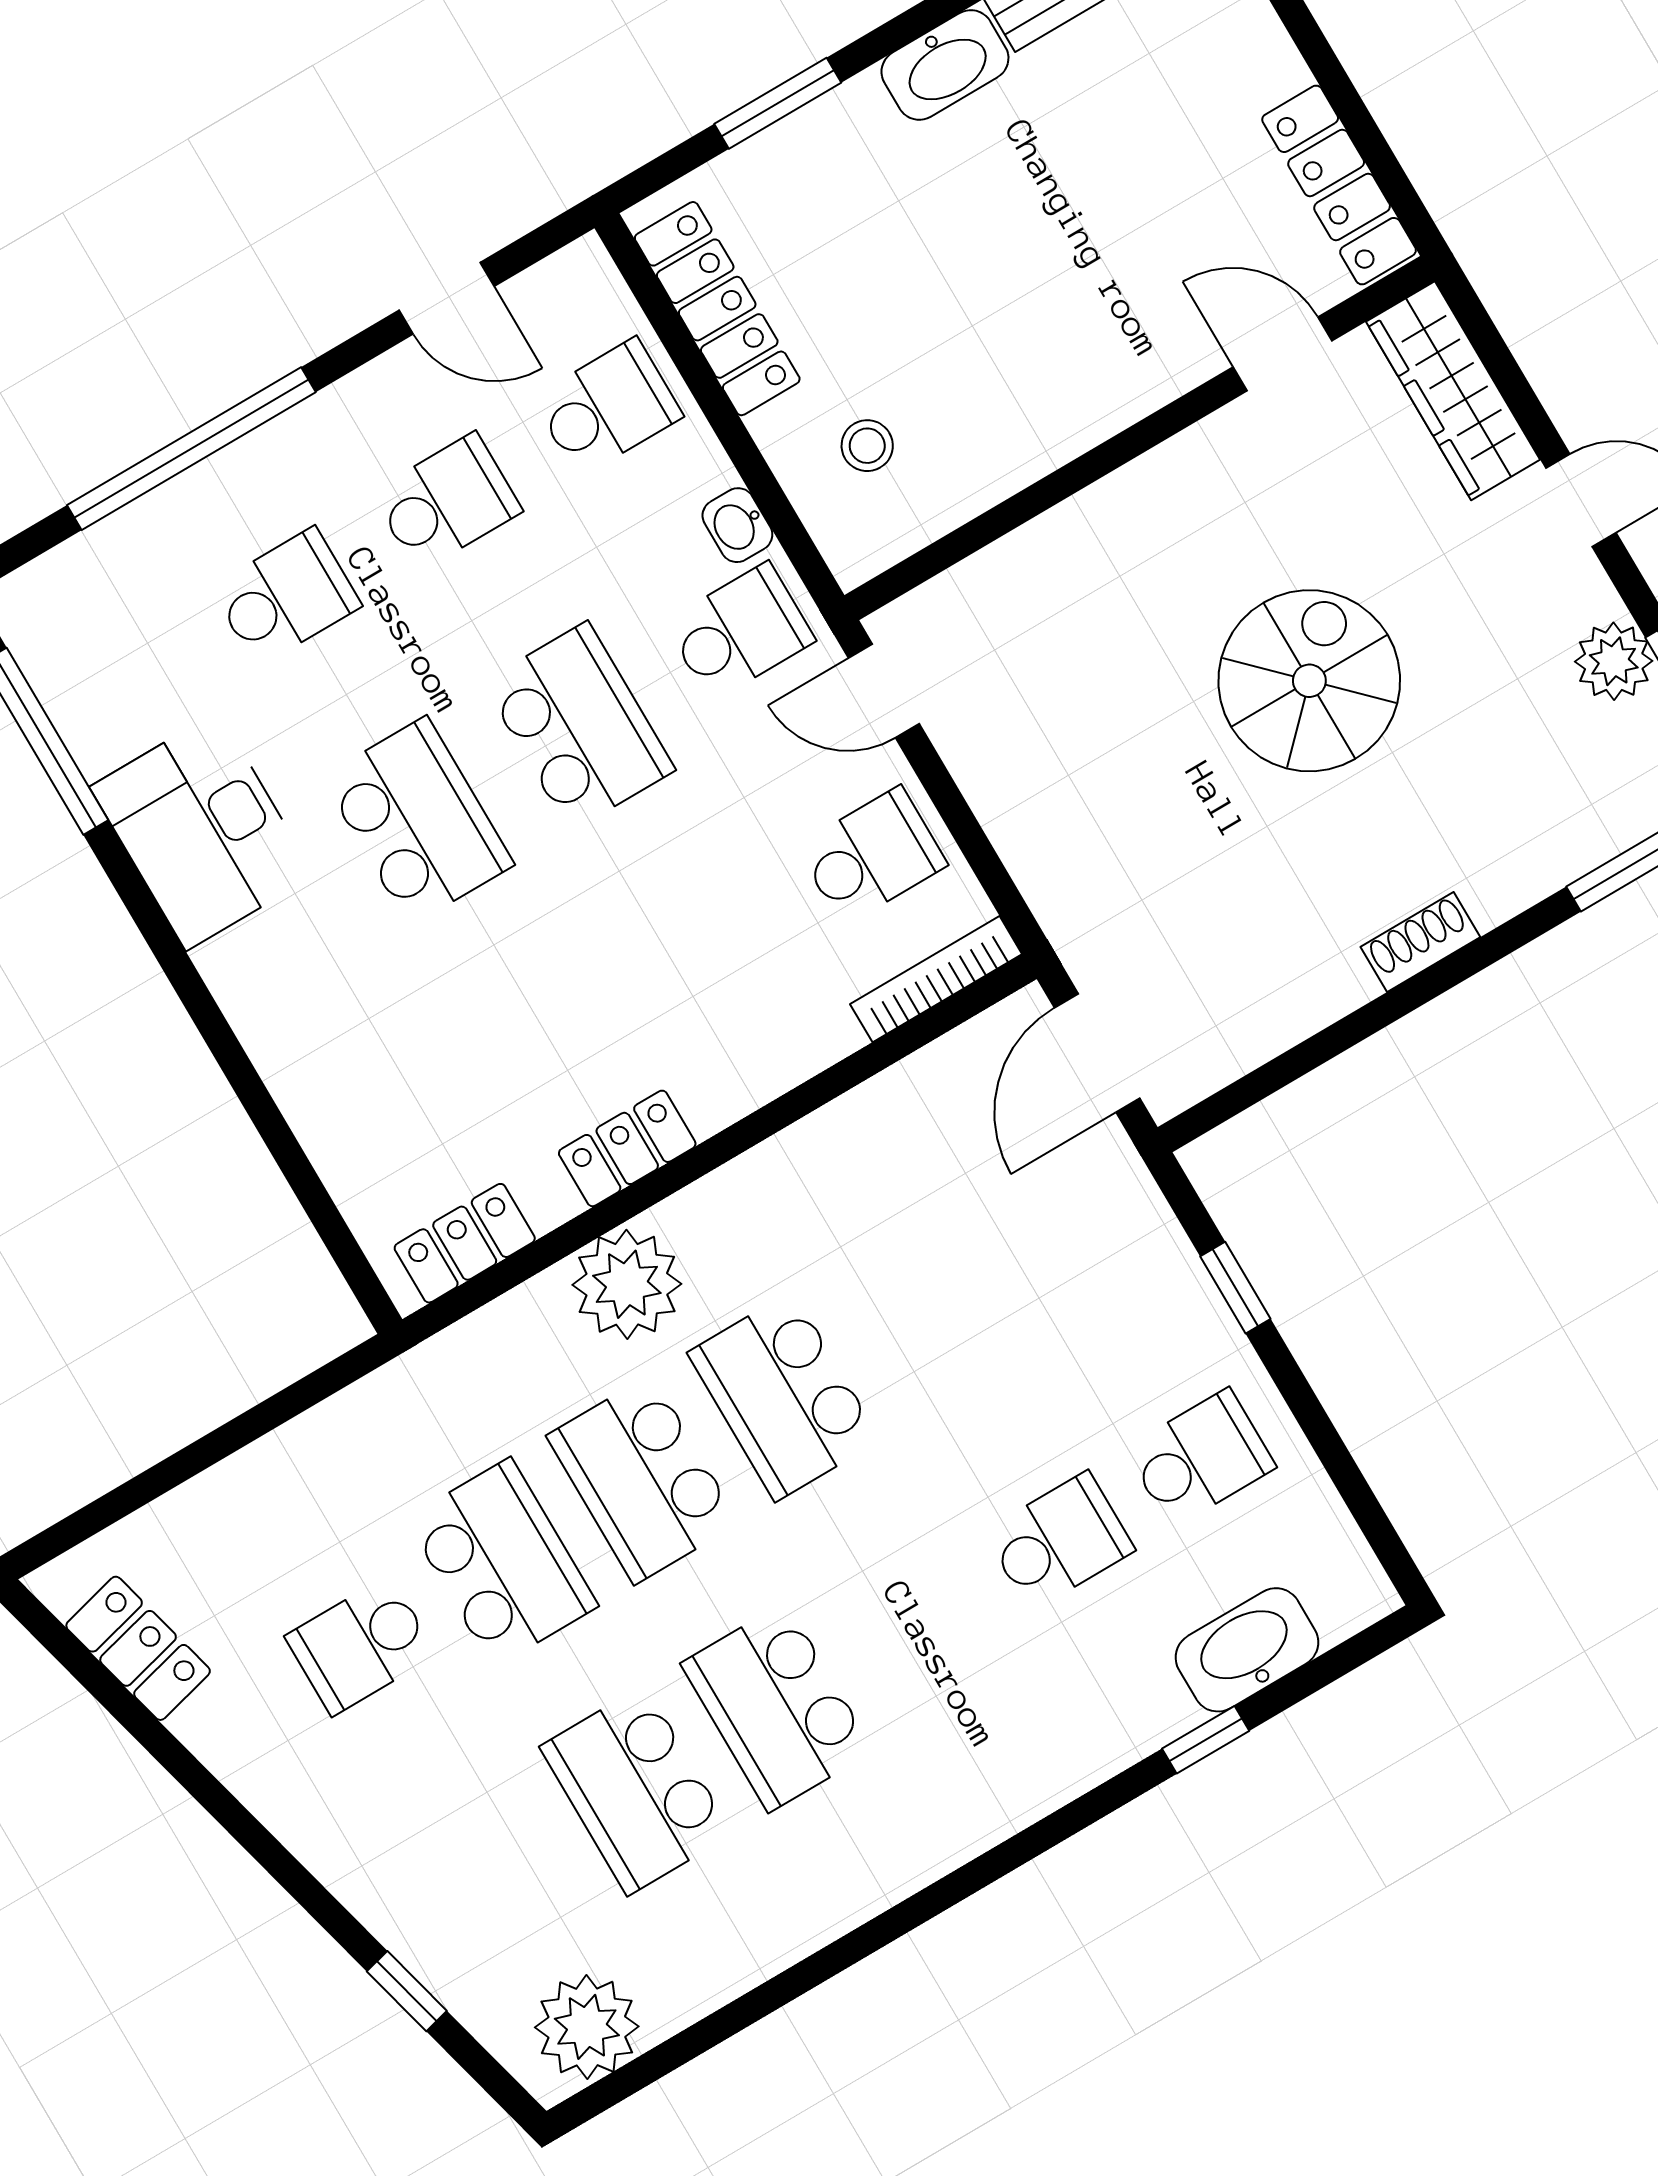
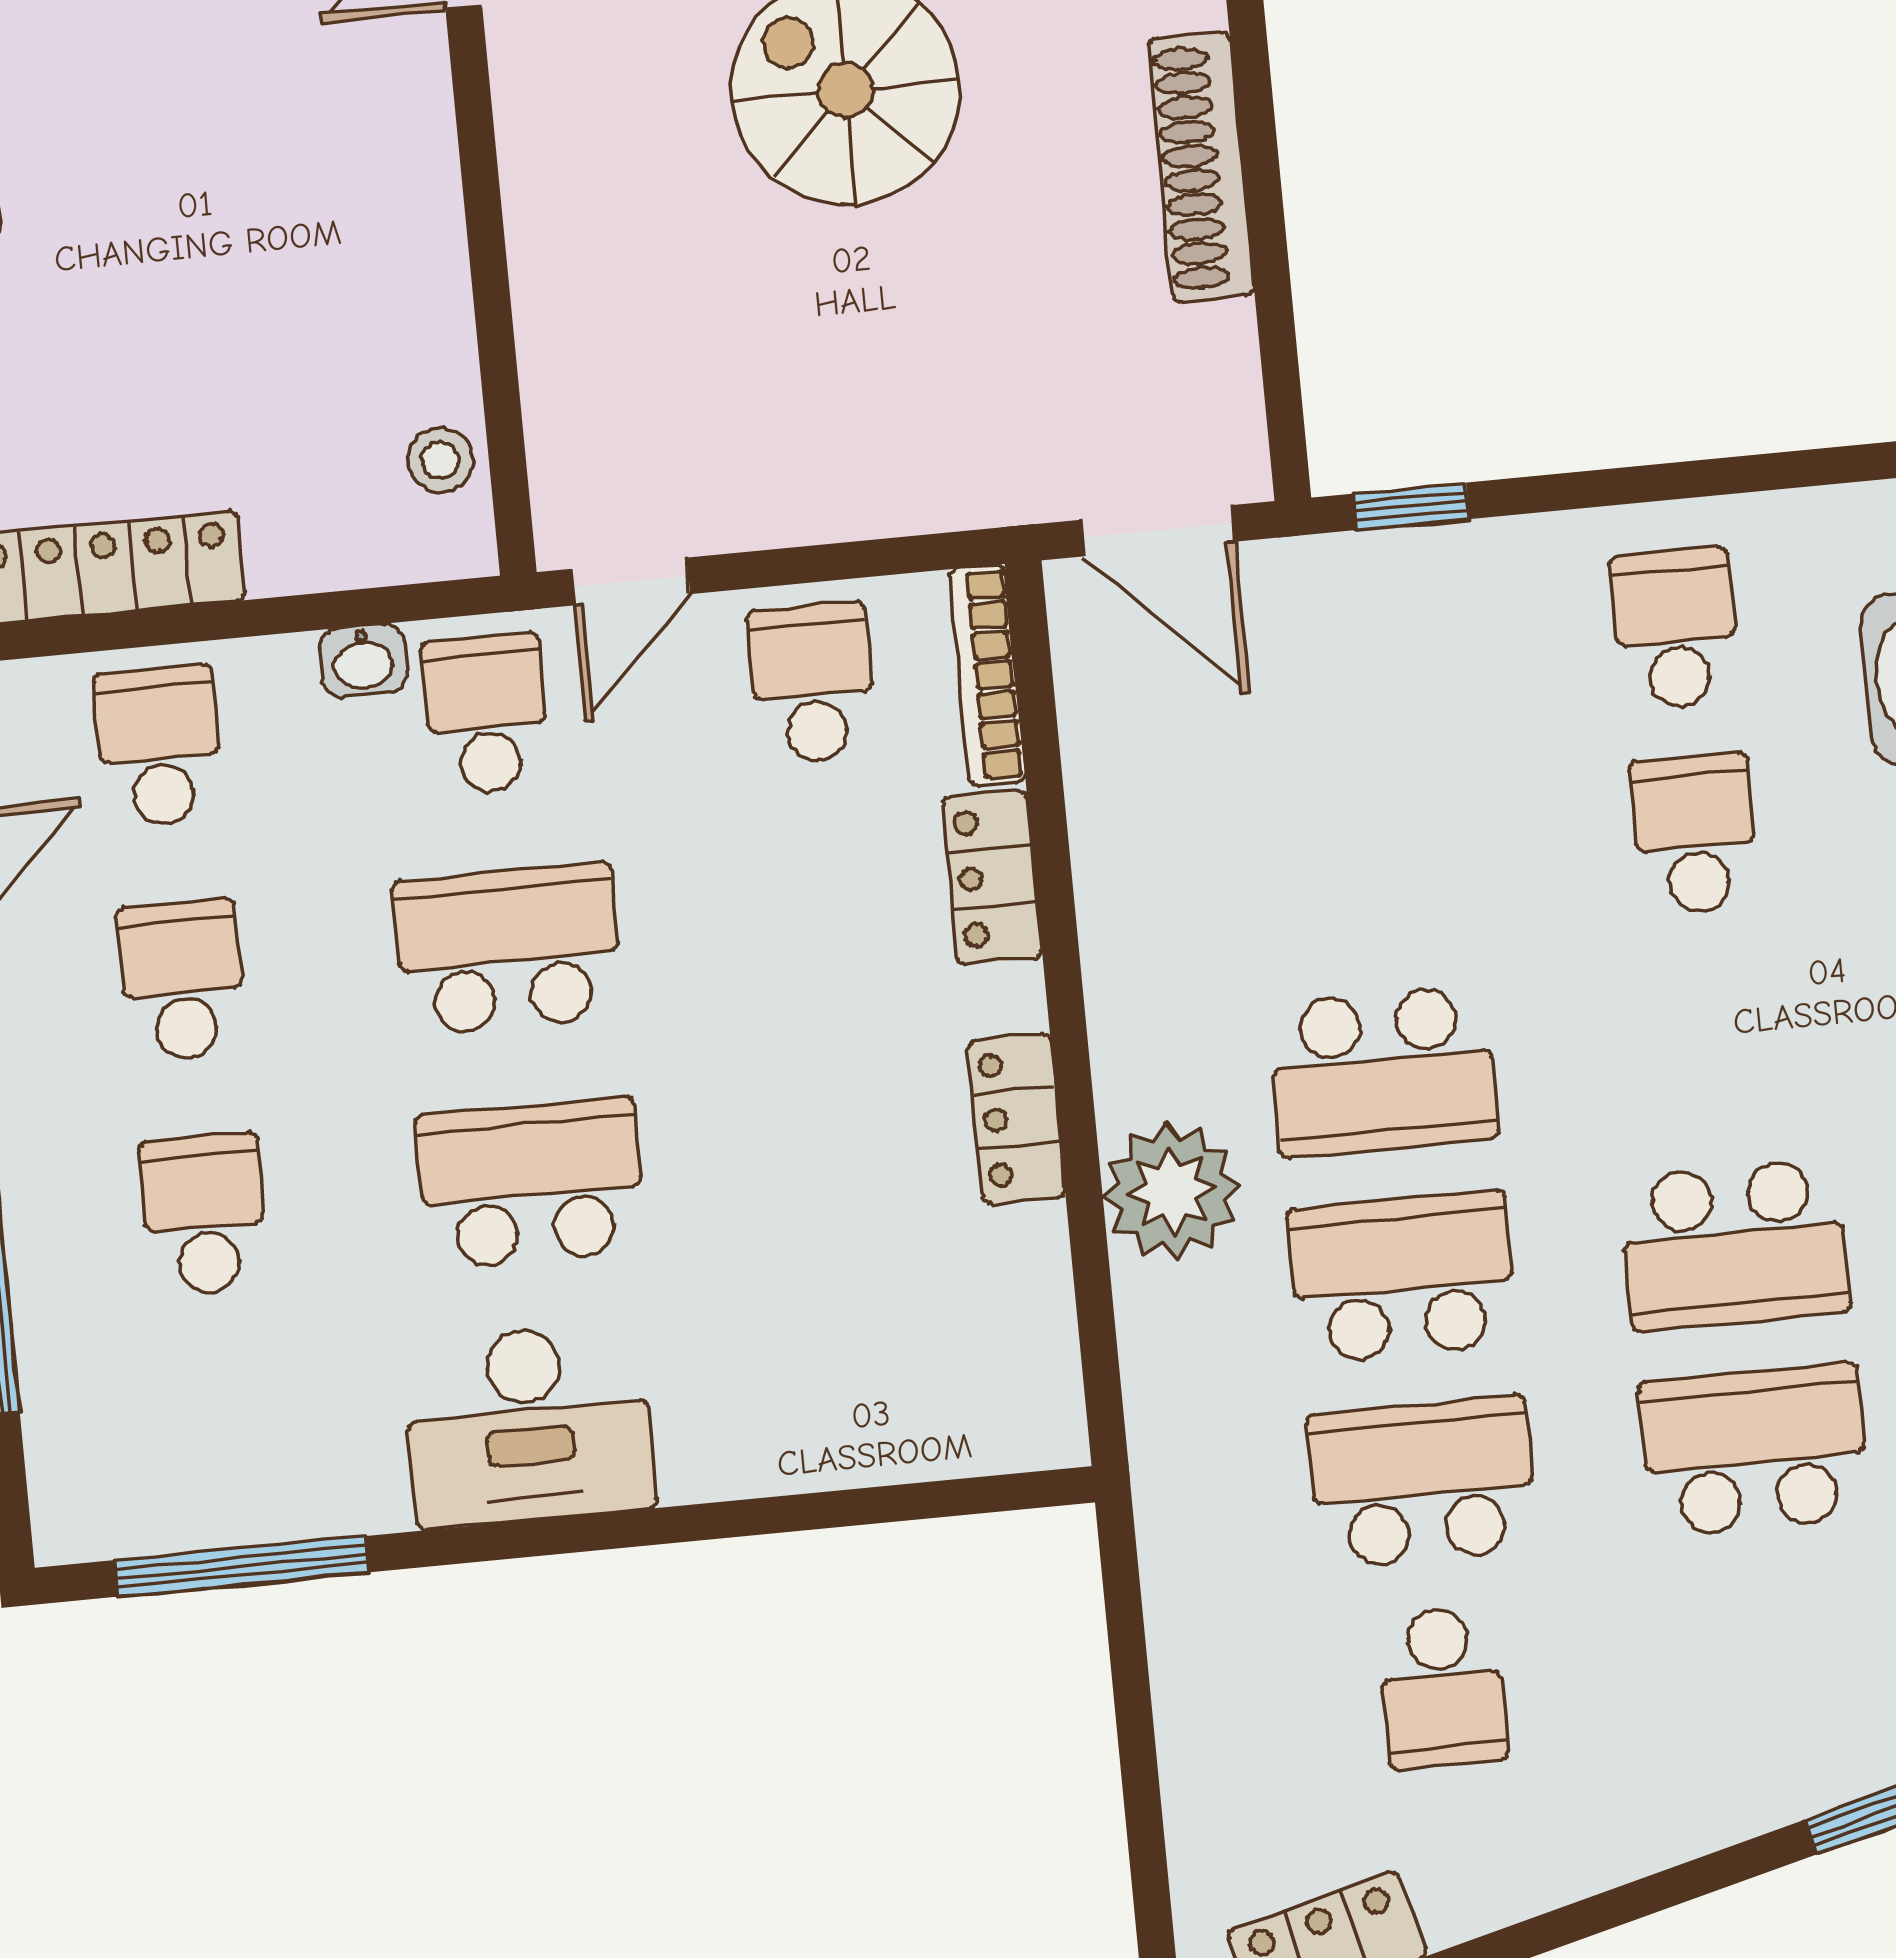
stool: (867, 446) -> (440, 460), moved
desk: (202, 831) -> (529, 1425), moved
shoe rack: (1420, 942) -> (1201, 167), width x1.94, depth x1.24
locker: (465, 1243) -> (992, 877), moved
window: (1235, 1288) -> (1411, 506), moved
school desk: (643, 1479) -> (1403, 1277), turned 180
school desk: (636, 1790) -> (1754, 1450), turned 180

